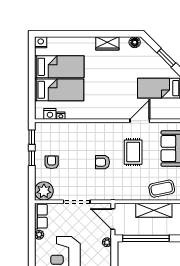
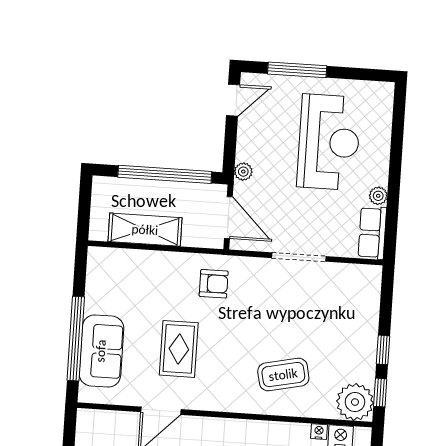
armchair: (52, 162) -> (344, 339), removed
armchair: (102, 162) -> (214, 284), moved
coffee table: (162, 189) -> (283, 375), moved
plant: (44, 191) -> (355, 402), moved

